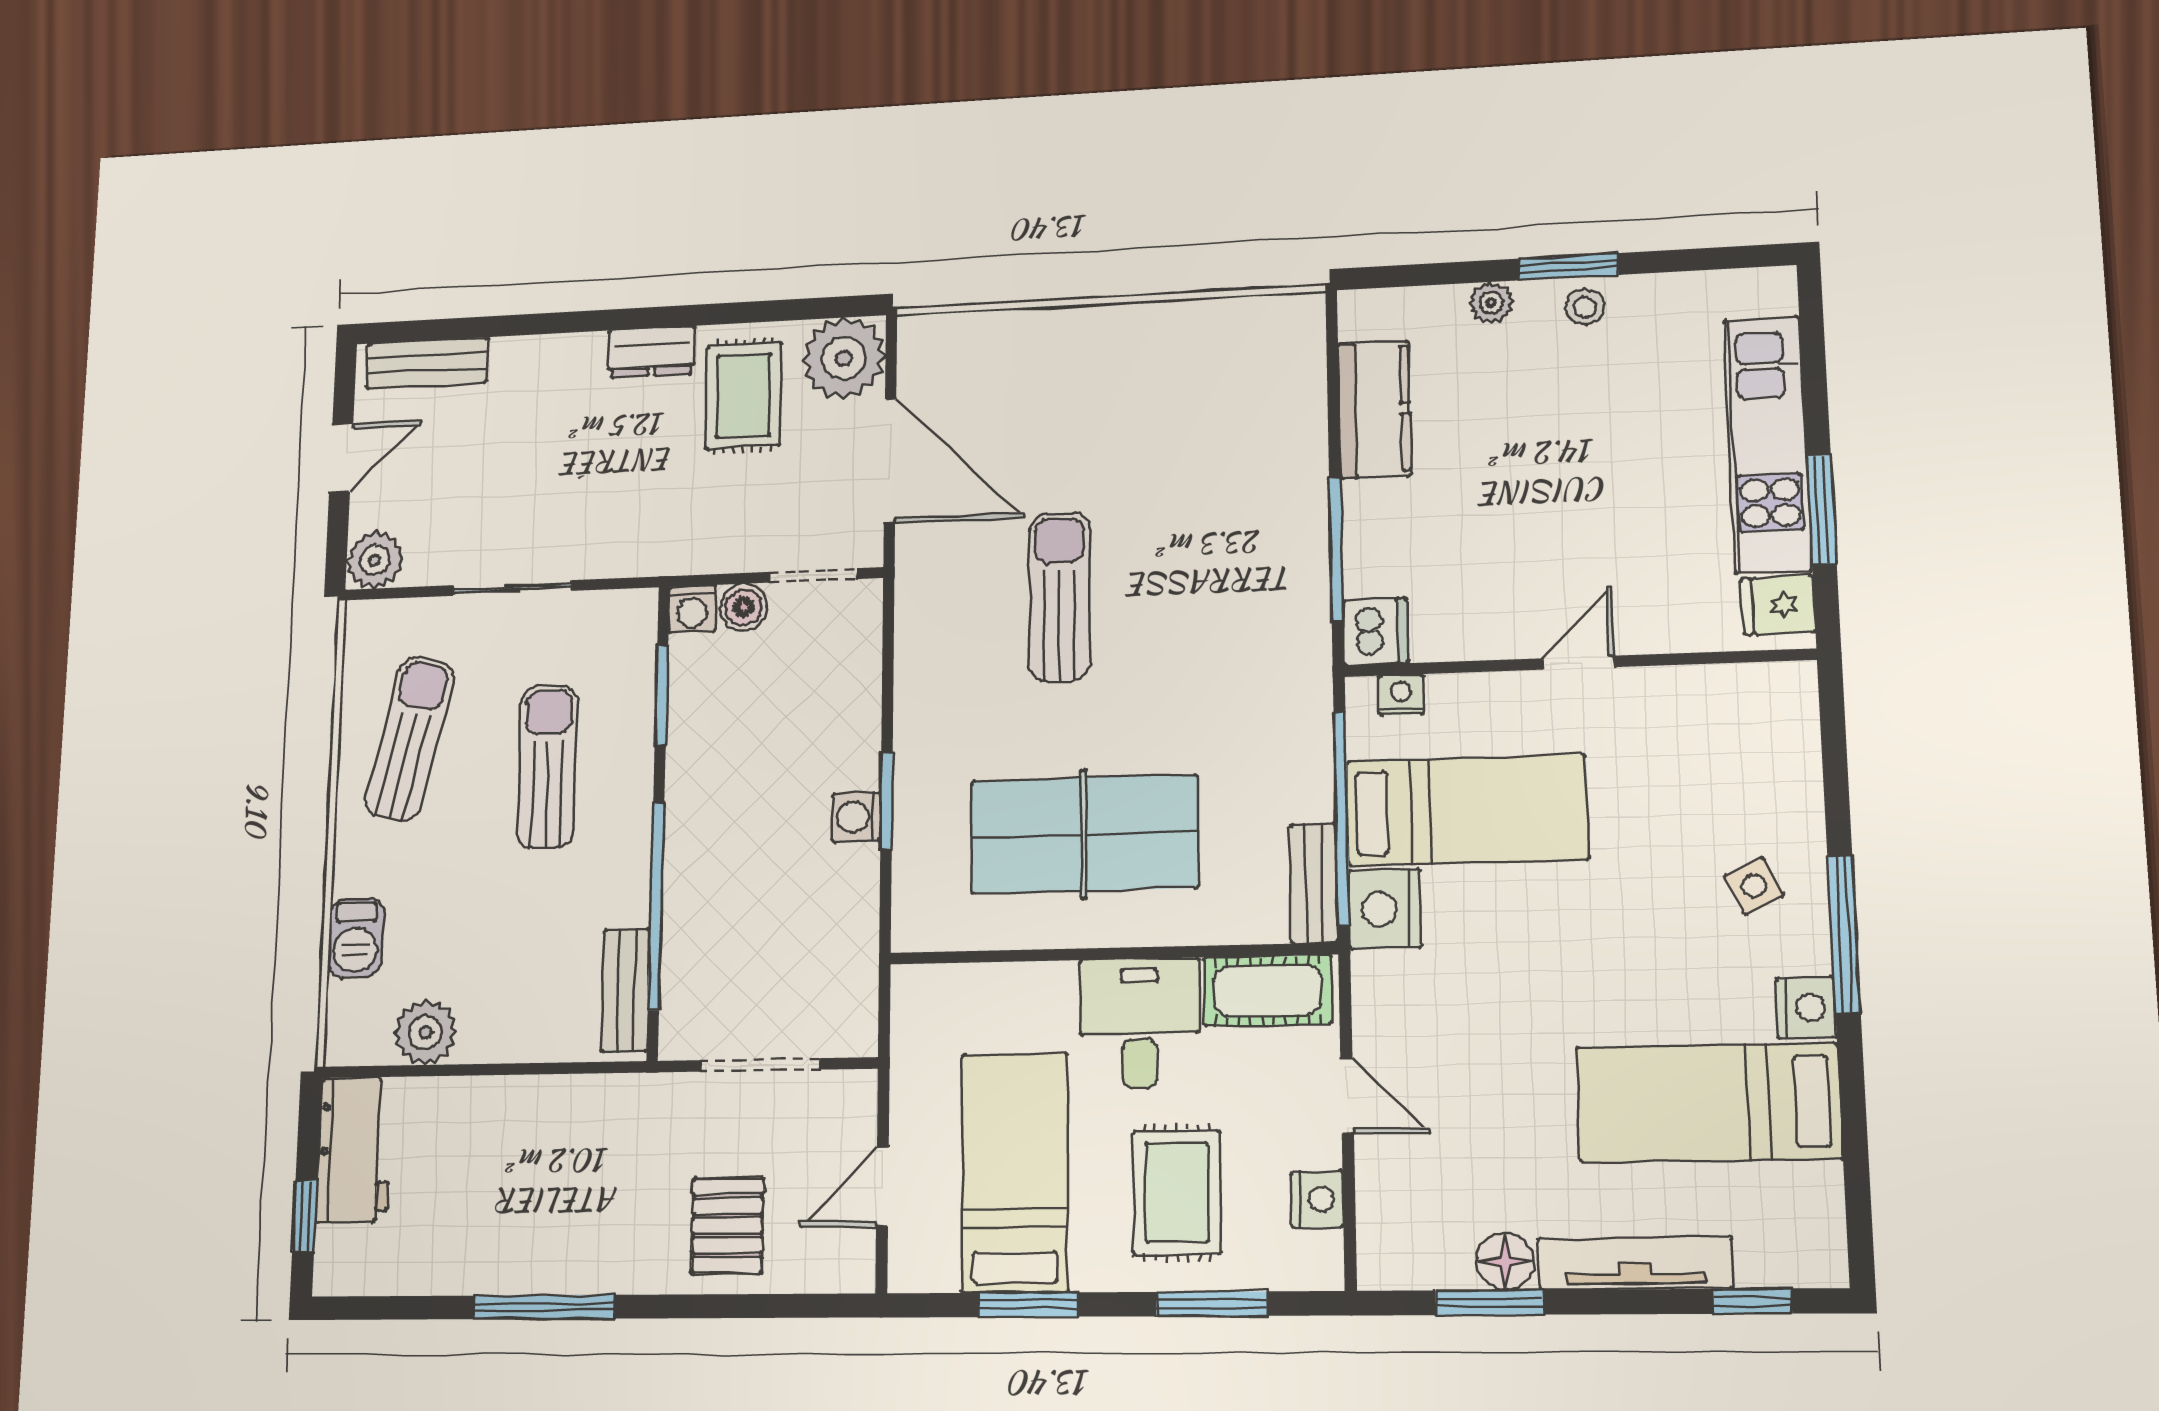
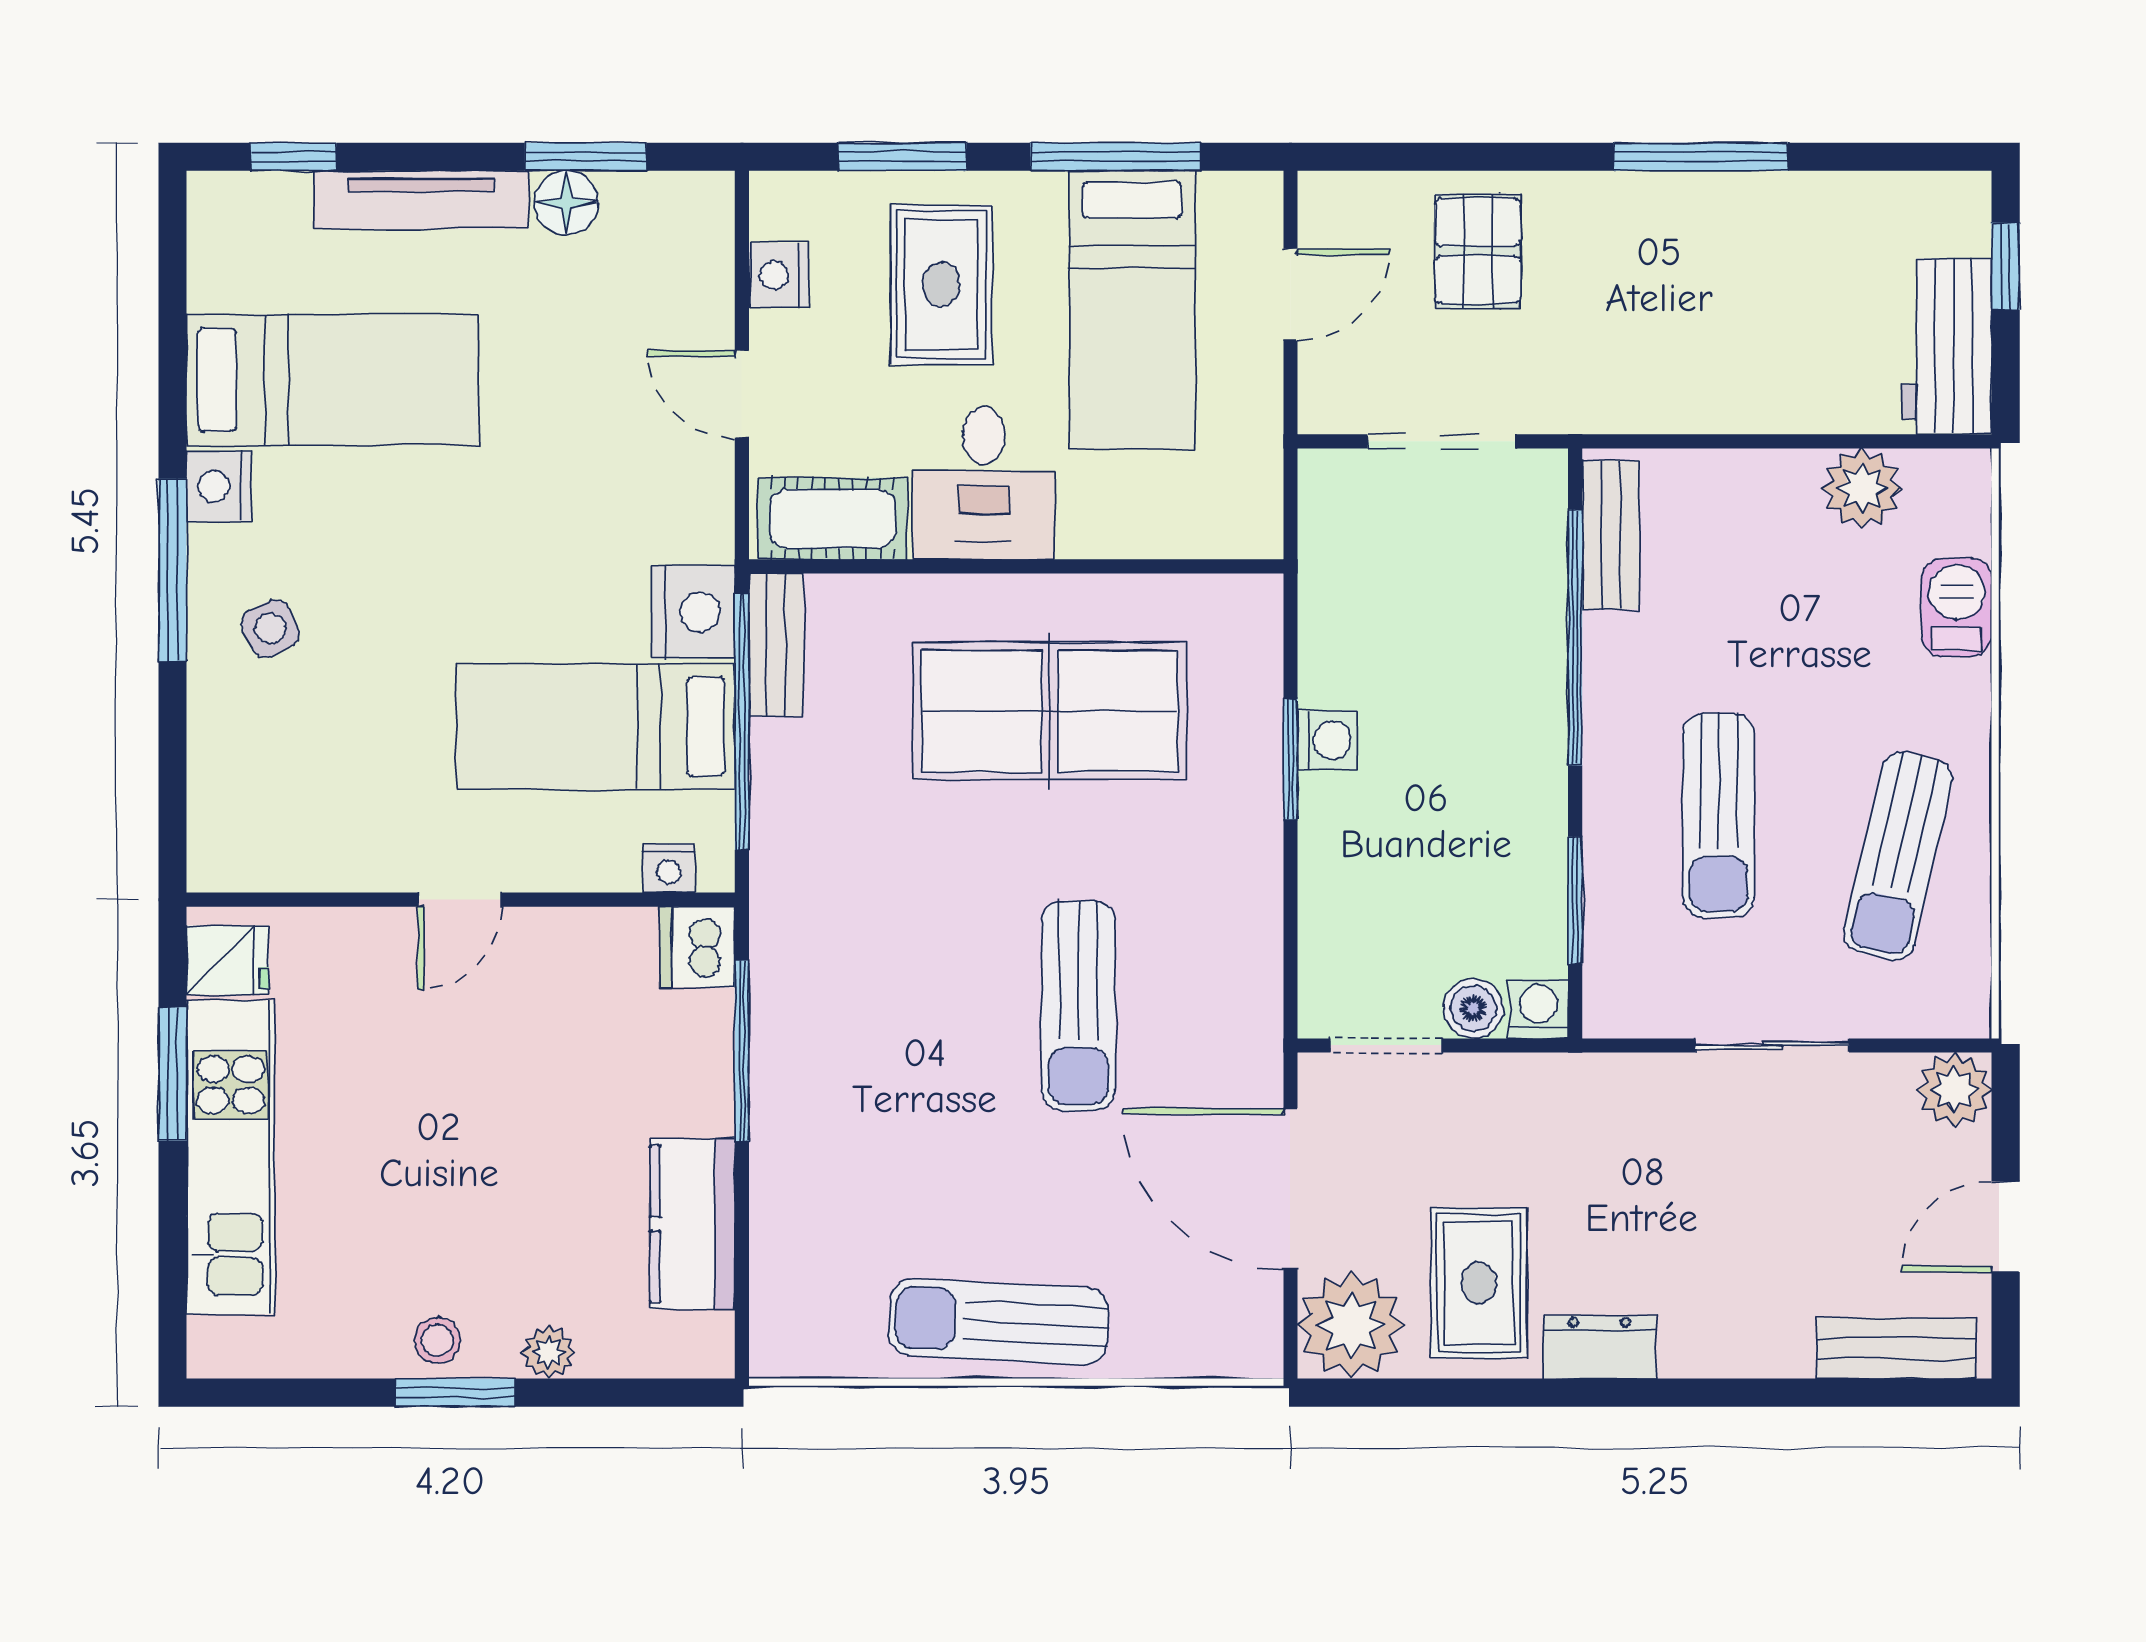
sun lounger: (1123, 346) -> (999, 1322), added
window: (1029, 1305) -> (1115, 157), width x1.44

